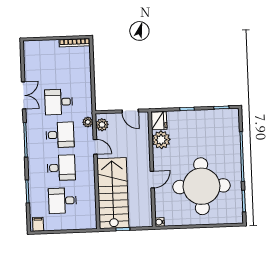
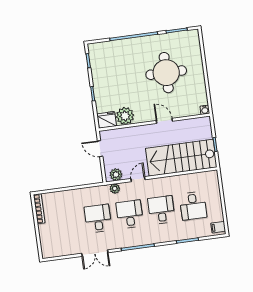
double door: (24, 95) -> (95, 253), swing flipped
desk: (59, 102) -> (98, 219), turned 180
door: (130, 111) -> (100, 149), swing flipped
round table: (201, 186) -> (166, 73), width x0.73, depth x0.73

